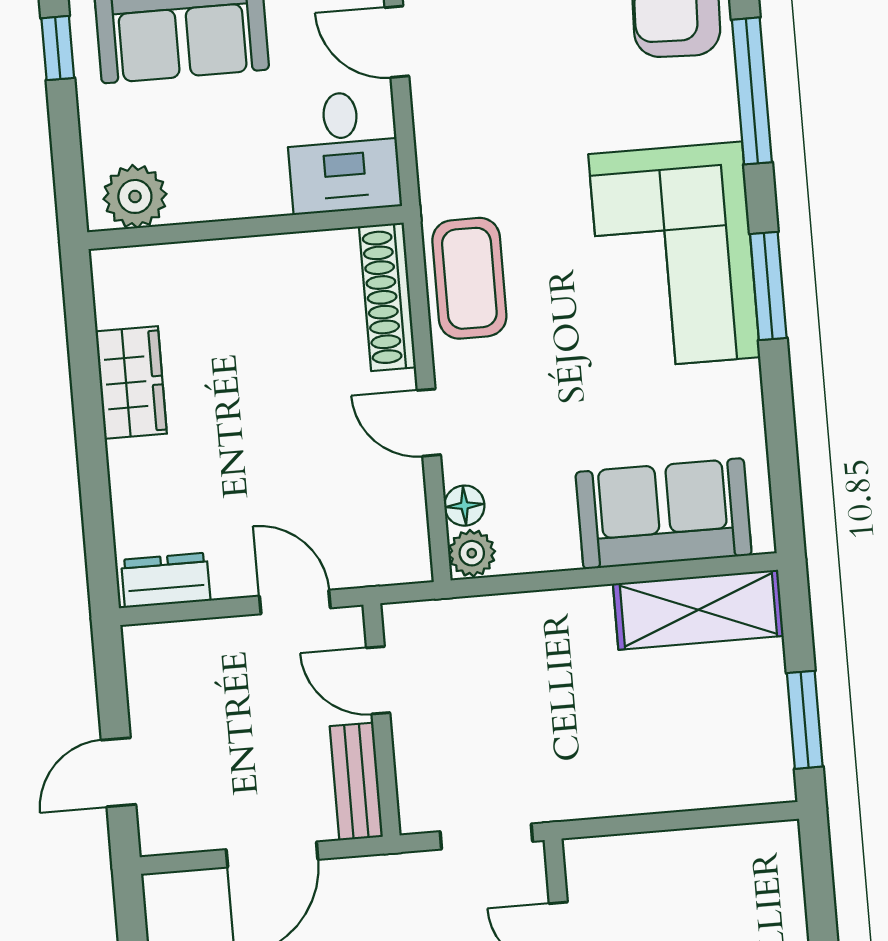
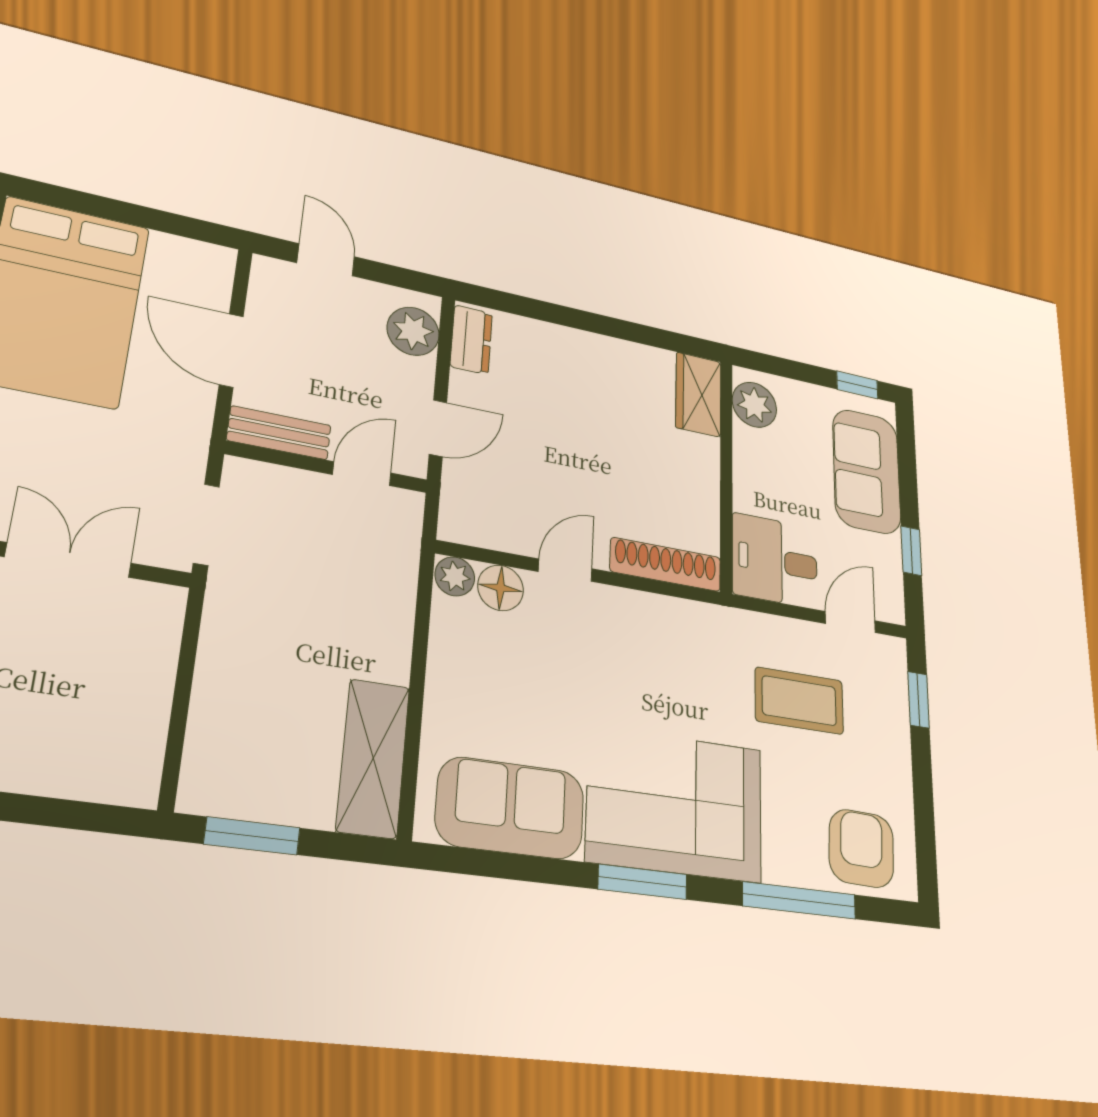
coffee table: (469, 278) -> (799, 701), moved
wardrobe: (131, 382) -> (698, 394), moved, turned 90
floor lamp: (464, 506) -> (501, 588), width x1.37, depth x1.37
sofa: (664, 514) -> (510, 808), moved, turned -90
plant: (178, 652) -> (413, 331), added

